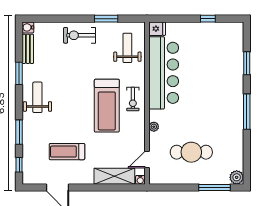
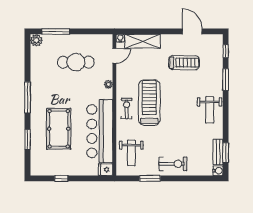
window: (19, 73) -> (226, 153), moved
pool table: (211, 76) -> (59, 129), added

